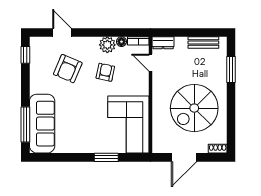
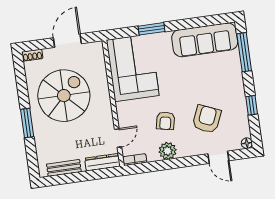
floor lamp: (121, 42) -> (247, 143), moved
dresser: (163, 43) -> (102, 162), width x1.44
window: (25, 55) -> (252, 105), moved
door: (150, 63) -> (118, 138), hinge flipped
window: (231, 69) -> (27, 123), moved
sofa: (42, 124) -> (205, 40), moved, turned -90

